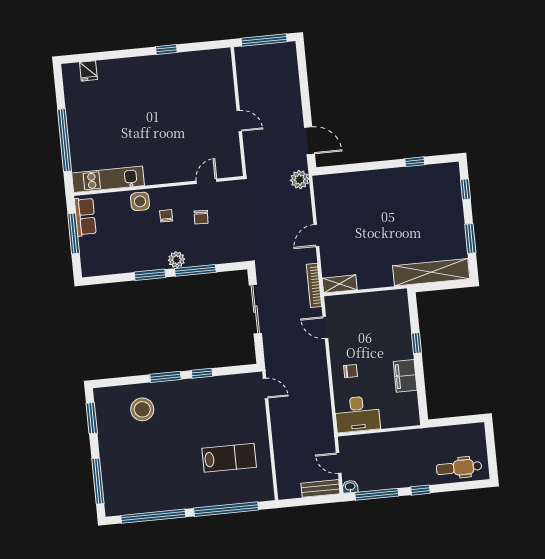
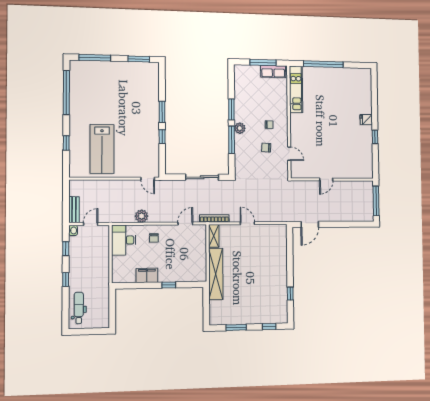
fridge: (88, 71) -> (366, 120), moved
plant: (300, 180) -> (142, 216), moved
side table: (140, 201) -> (280, 109), removed
shelving: (431, 272) -> (216, 274), moved
door: (266, 388) -> (148, 179), hinge flipped
stool: (142, 409) -> (141, 94), removed
lab bench: (229, 458) -> (102, 149), width x1.36, depth x1.39
window: (377, 494) -> (66, 249), width x0.46
window: (226, 509) -> (66, 143), width x0.32

